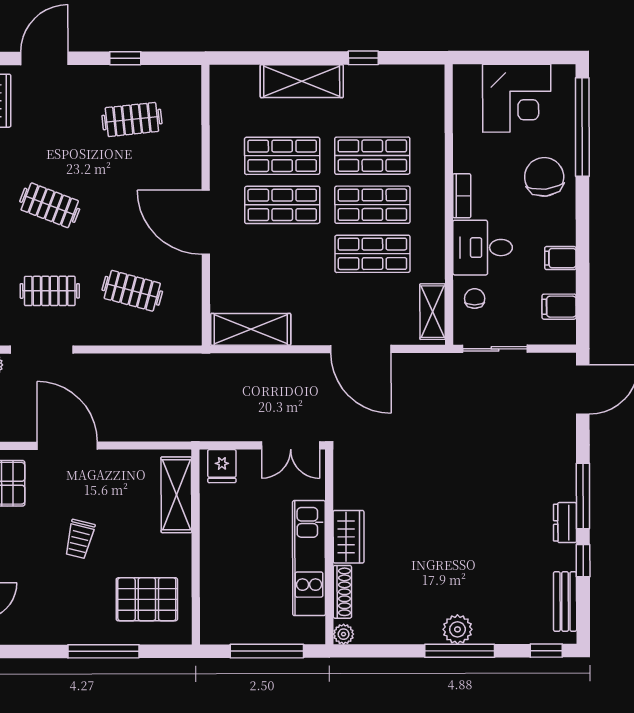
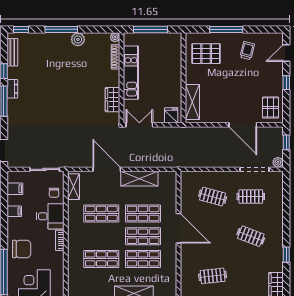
chair: (544, 177) -> (22, 249), turned -84
shop shelf: (372, 205) -> (143, 213), moved
shelving: (251, 329) -> (139, 179), moved
wardrobe: (349, 537) -> (113, 100), moved
trolley: (80, 539) -> (247, 51), moved
plant: (457, 629) -> (78, 39), moved

